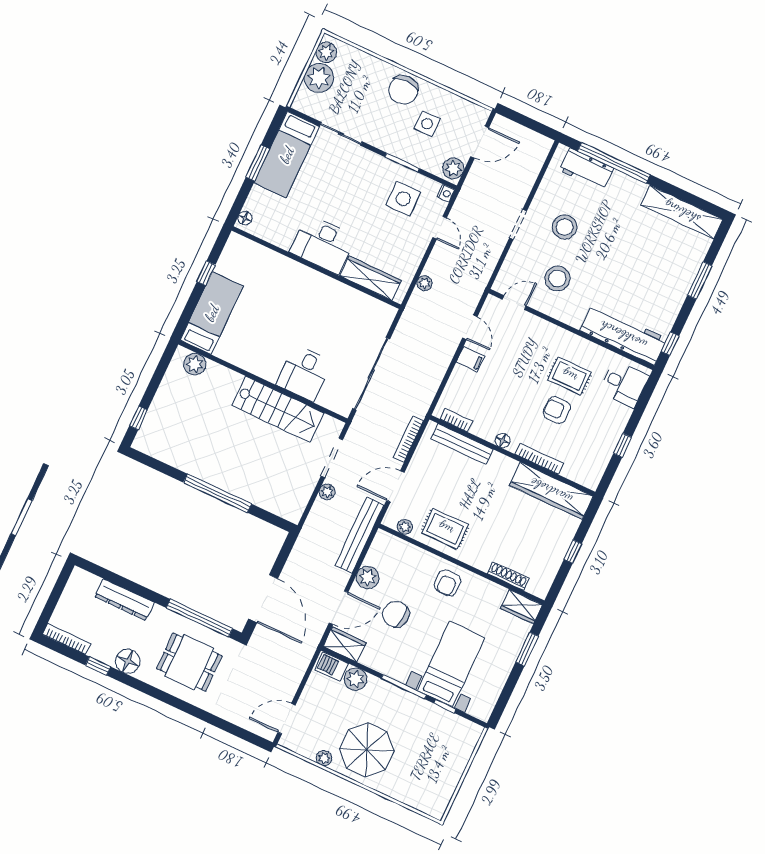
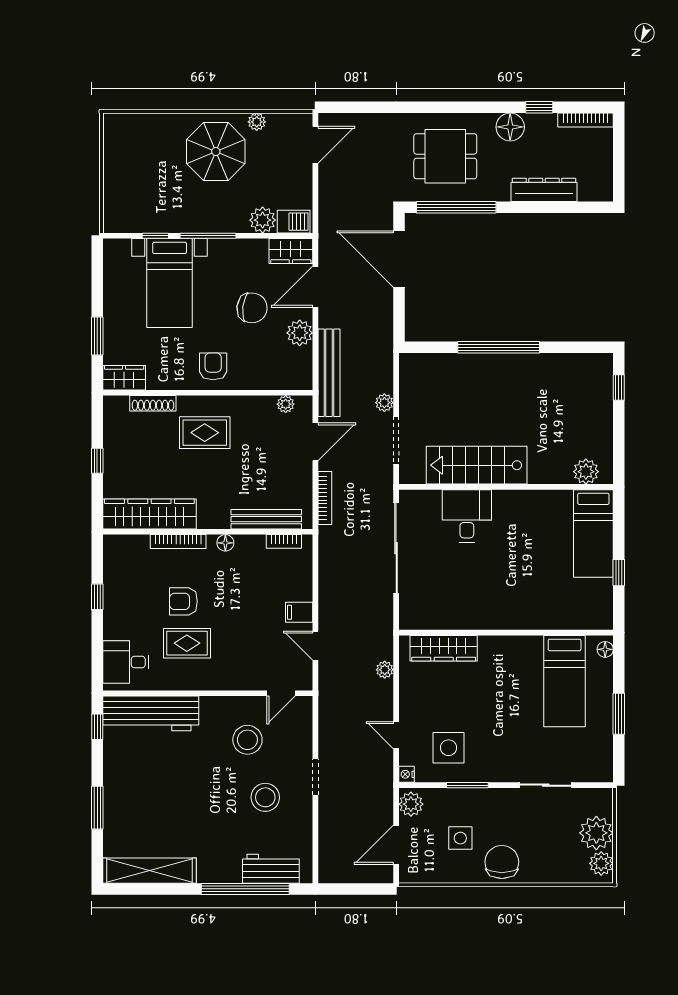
bed: (287, 155) -> (565, 681), moved, turned 180
desk: (323, 244) -> (511, 660), removed
armchair: (557, 410) -> (183, 601), turned 180
rug: (445, 529) -> (205, 433), moved

